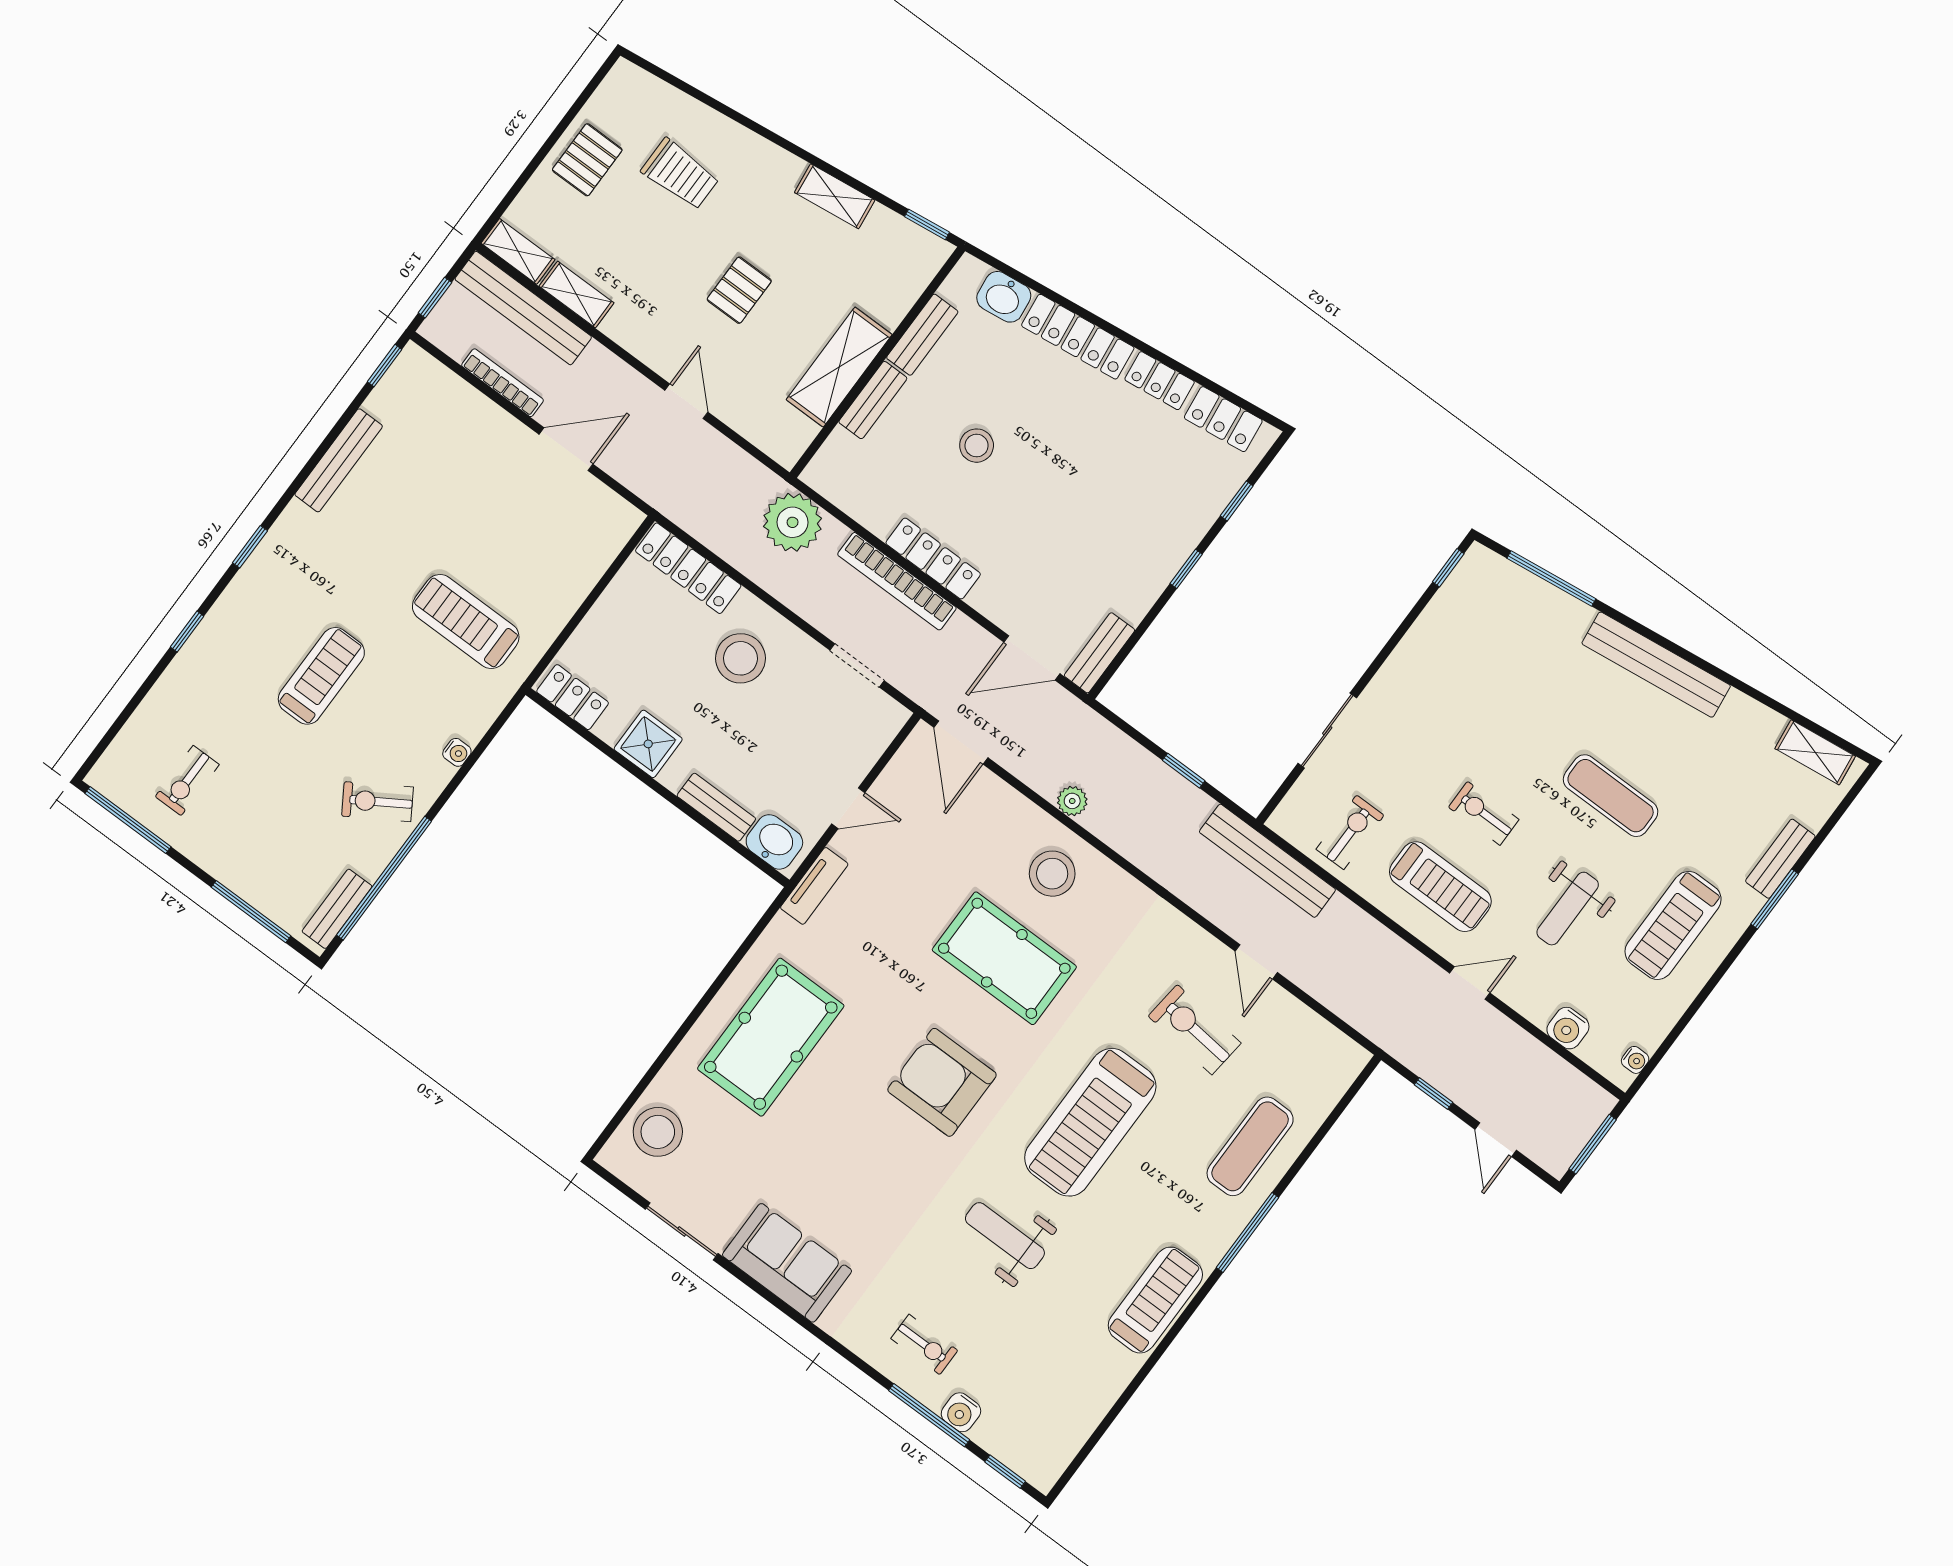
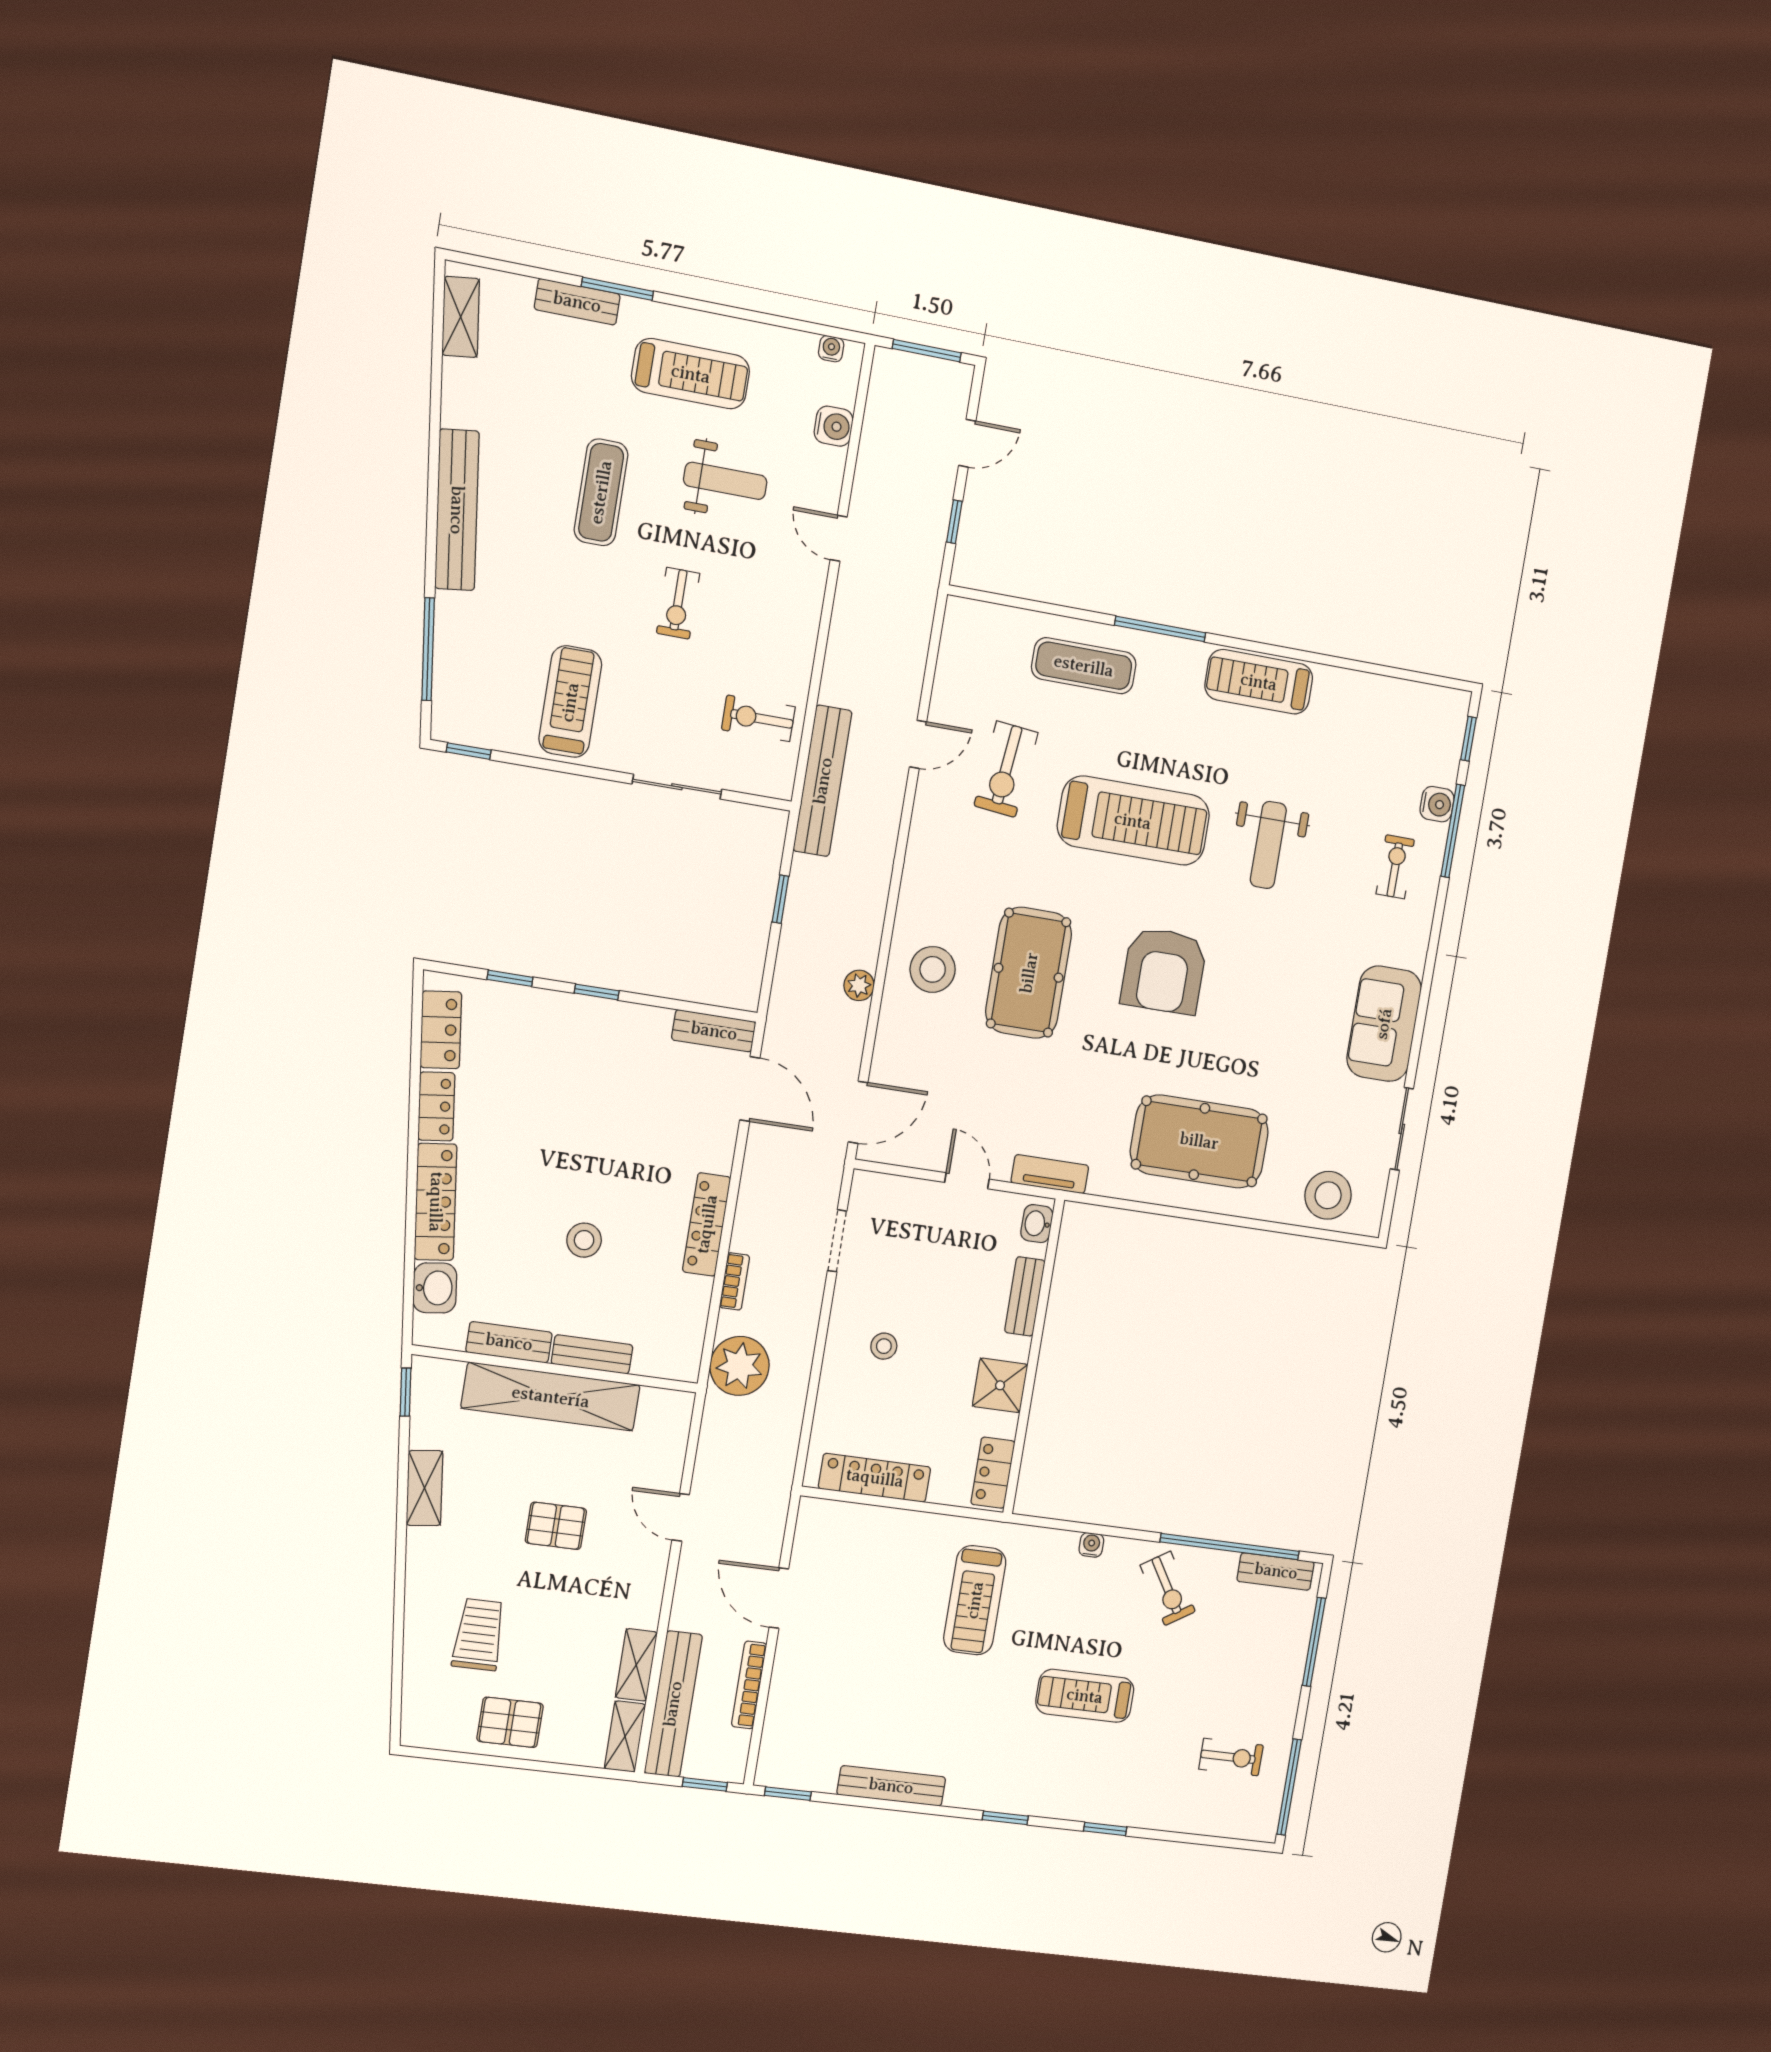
shelving: (839, 367) -> (551, 1397), width x1.47
door: (686, 401) -> (681, 1517), hinge flipped
locker: (688, 568) -> (875, 1478), moved, turned -90
bookcase: (897, 581) -> (735, 1281), width x0.43, depth x0.76
stool: (741, 658) -> (884, 1346), width x0.53, depth x0.53
washbasin: (774, 842) -> (1037, 1224), width x0.72, depth x0.69
treadmill: (1440, 887) -> (570, 702), moved

